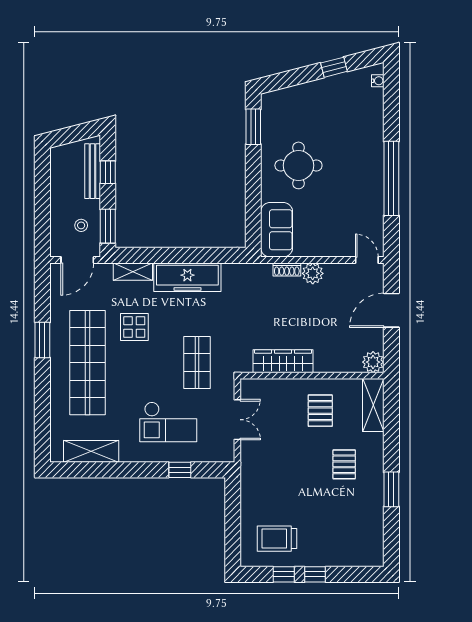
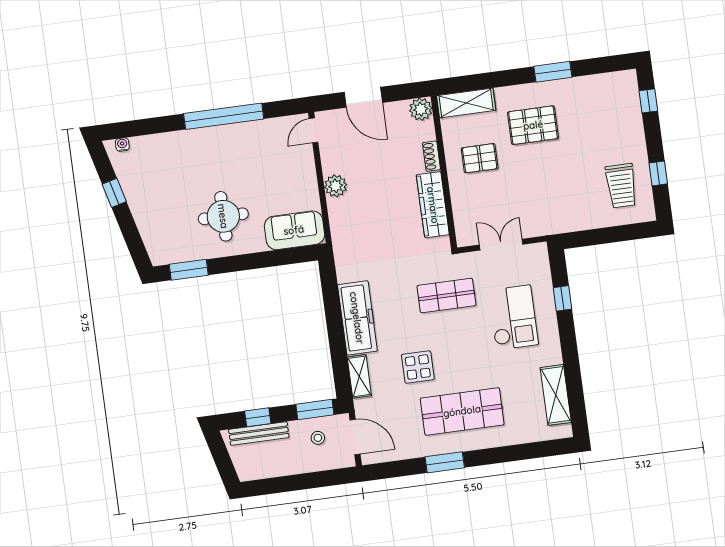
shoe rack: (287, 269) -> (431, 156), moved, turned 180
shop shelf: (87, 363) -> (462, 411), width x0.71
pallet: (344, 464) -> (533, 125), width x1.50, depth x1.42
window: (315, 574) -> (648, 101), moved

